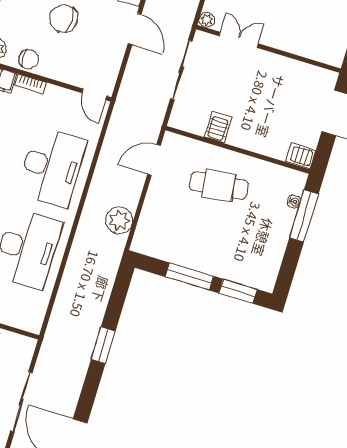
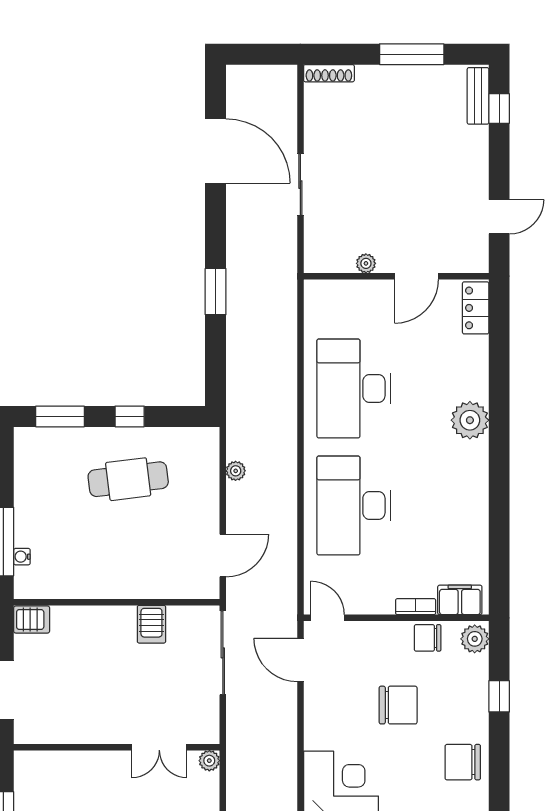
door: (135, 29) -> (300, 660), moved
sliding door: (181, 70) -> (223, 653), moved
cafe table: (219, 185) -> (128, 479), moved
plant: (119, 220) -> (236, 471), width x0.53, depth x0.53
window: (189, 276) -> (130, 416), width x0.46
sliding door: (21, 402) -> (300, 185), width x0.73

